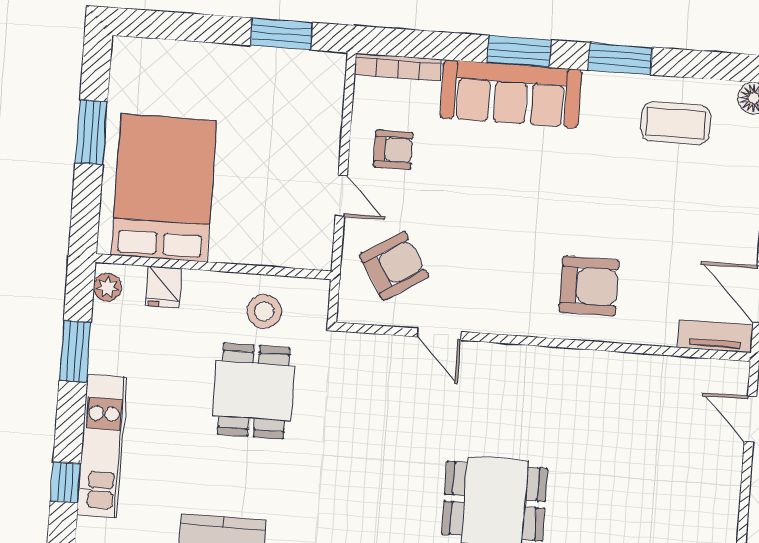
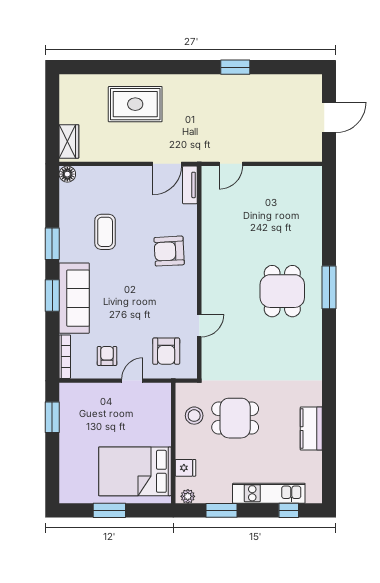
coffee table: (676, 123) -> (105, 232), moved
armchair: (394, 266) -> (166, 351), turned -148
armchair: (589, 286) -> (169, 251), turned -93

